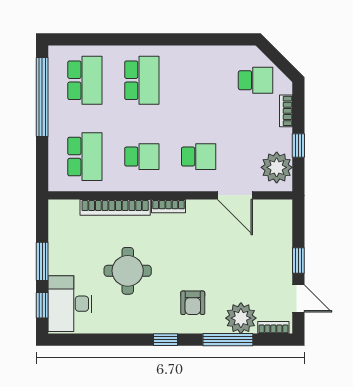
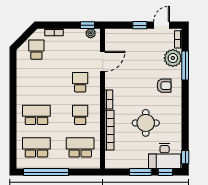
window: (298, 145) -> (88, 25), moved
plant: (277, 167) -> (91, 33), width x0.53, depth x0.53
window: (166, 340) -> (185, 157), moved

